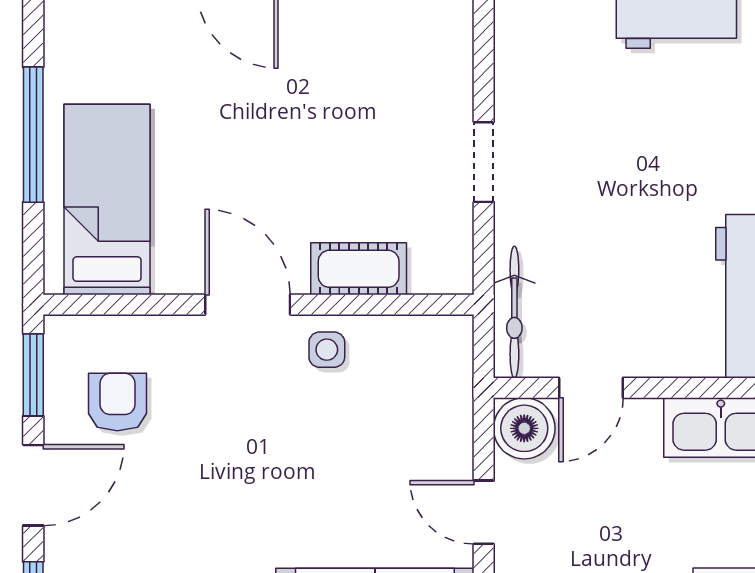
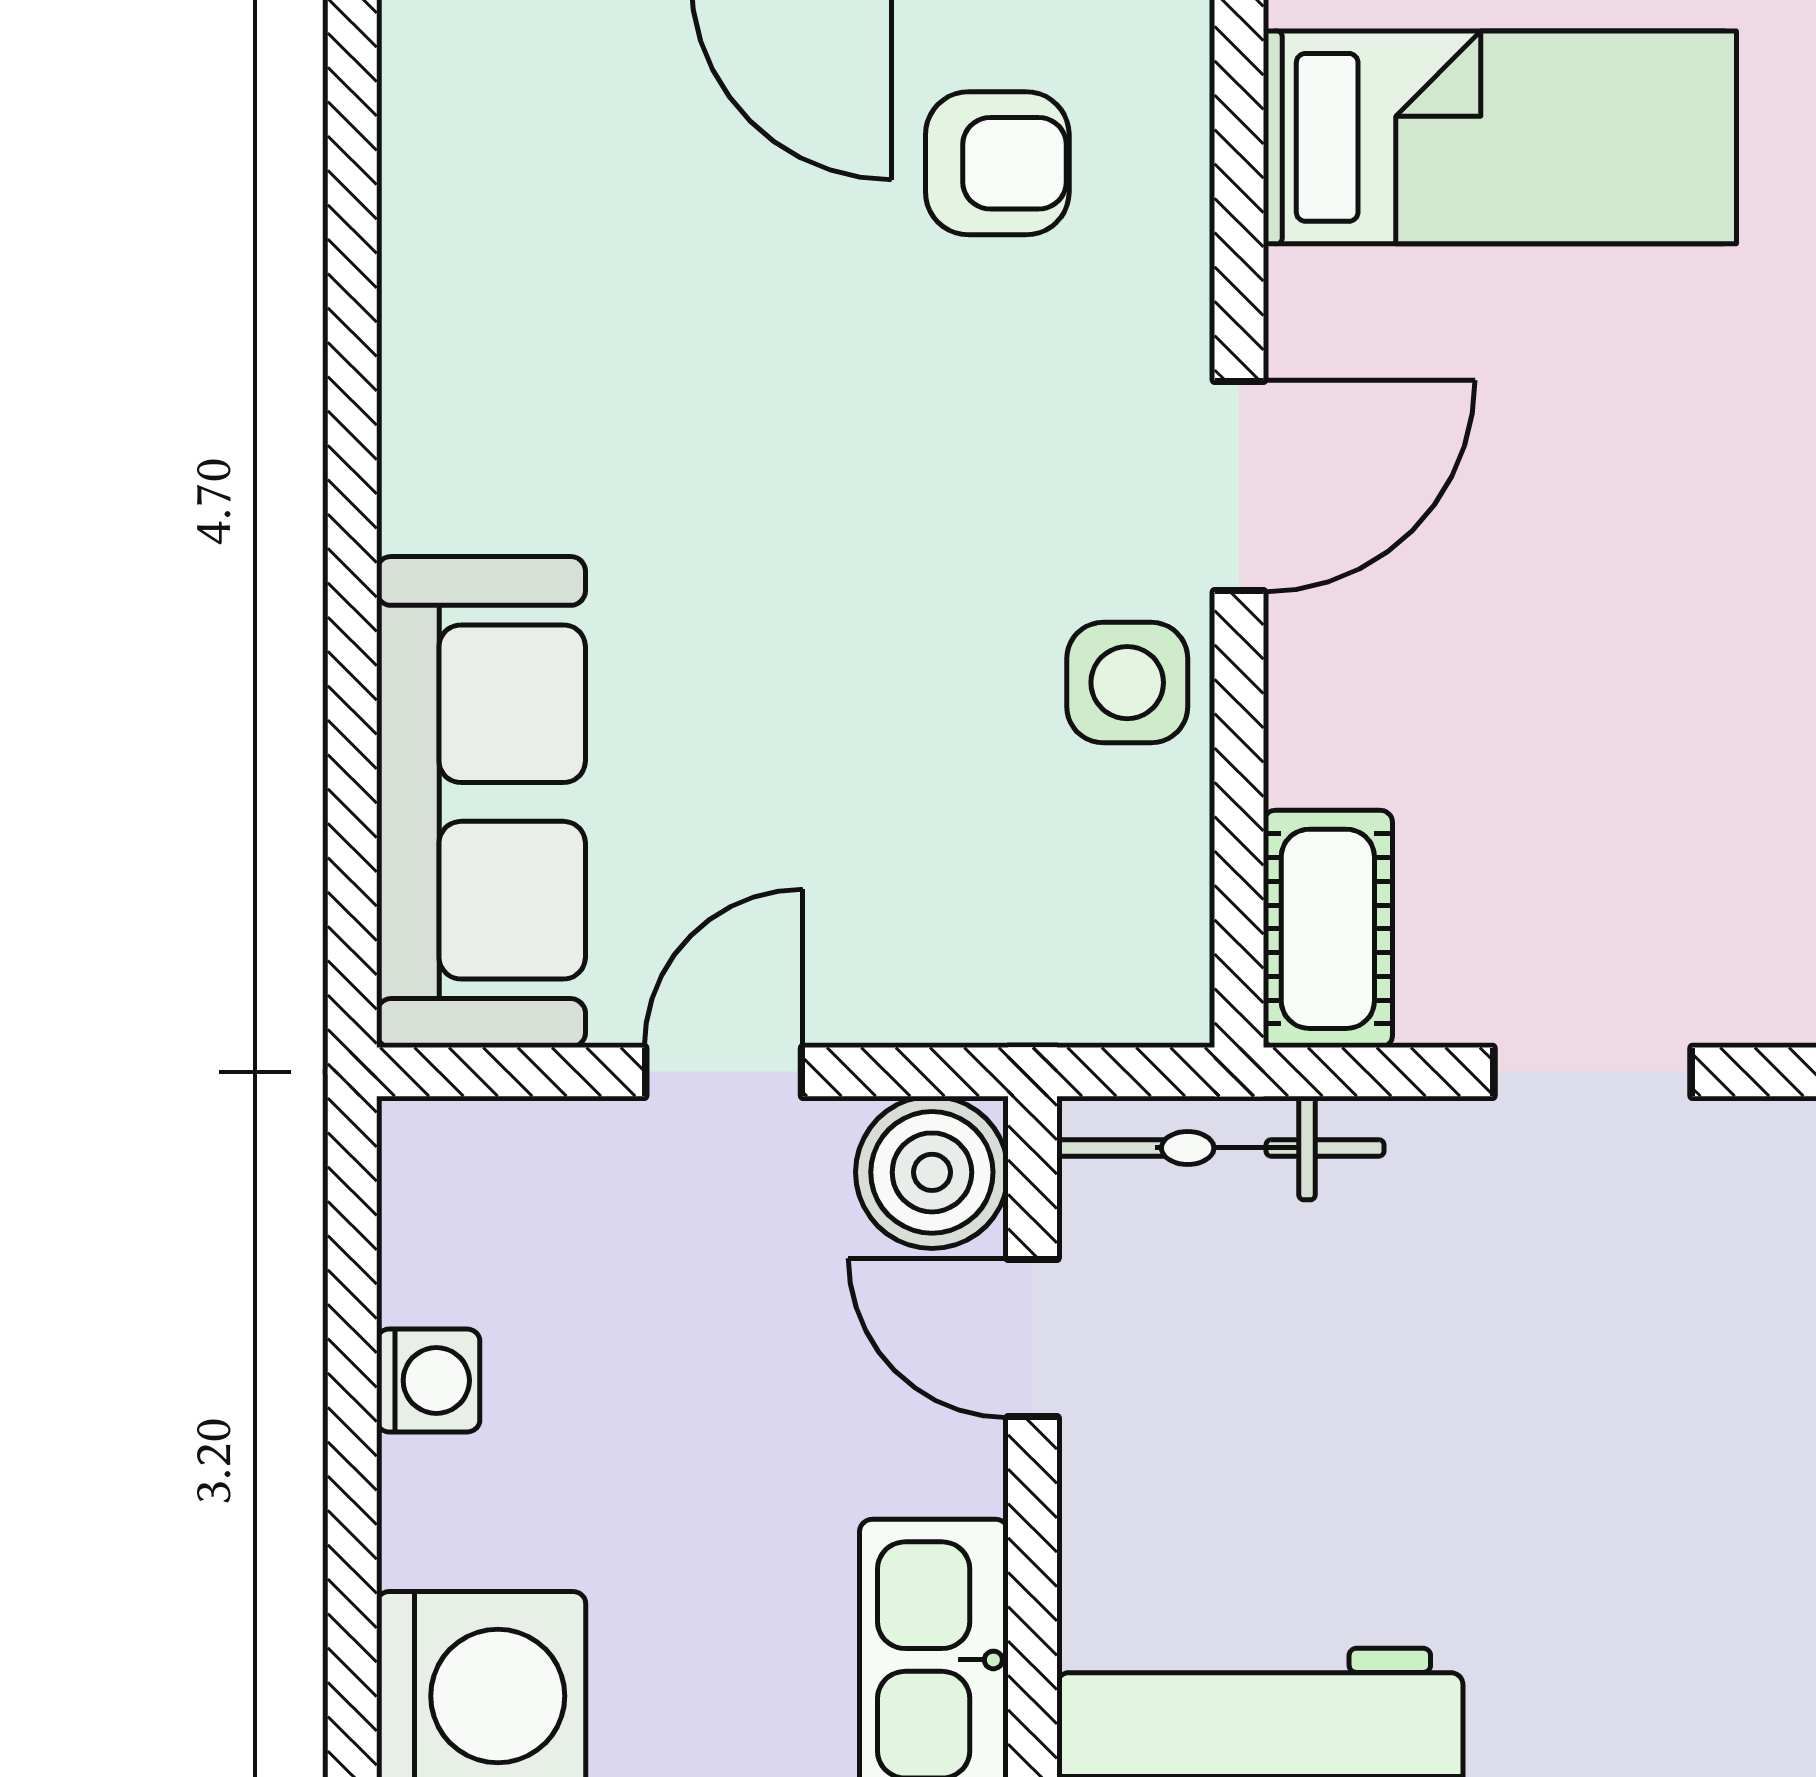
cot: (359, 269) -> (1328, 929), moved
side table: (327, 350) -> (1127, 683), width x1.37, depth x1.37

